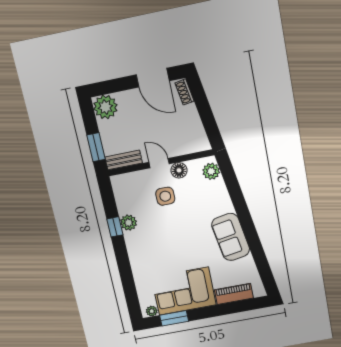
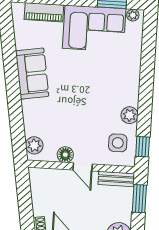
side table: (165, 196) -> (118, 143), moved
window: (115, 227) -> (143, 147), moved

